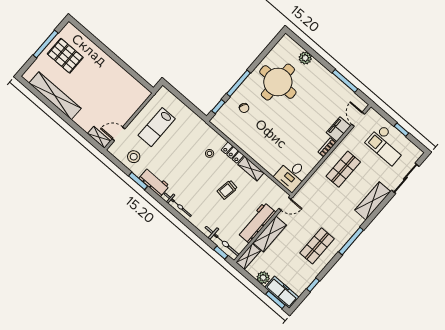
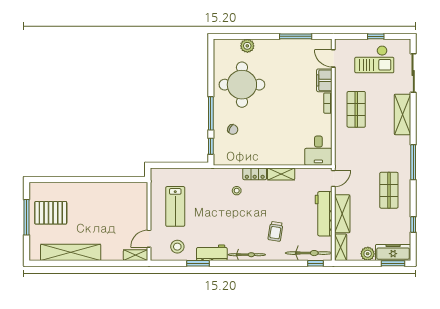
trolley: (227, 190) -> (275, 231), moved

